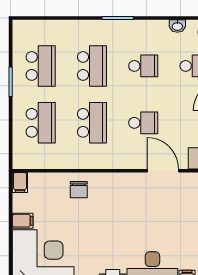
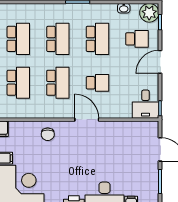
school desk: (143, 66) -> (97, 39), width x1.85
door: (163, 171) -> (87, 120), moved

